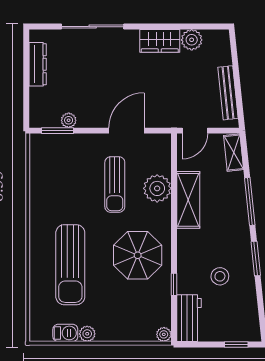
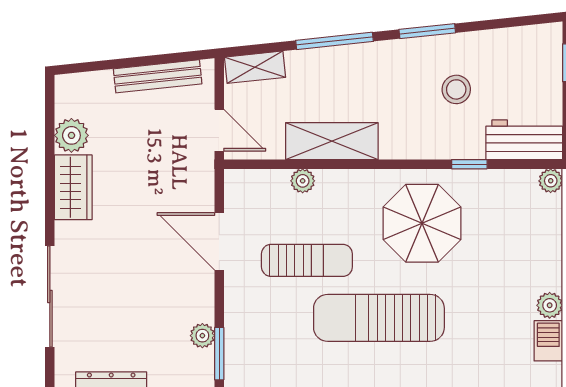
plant: (157, 188) -> (303, 181), width x0.53, depth x0.53
sun lounger: (70, 265) -> (379, 318), moved, turned 180

